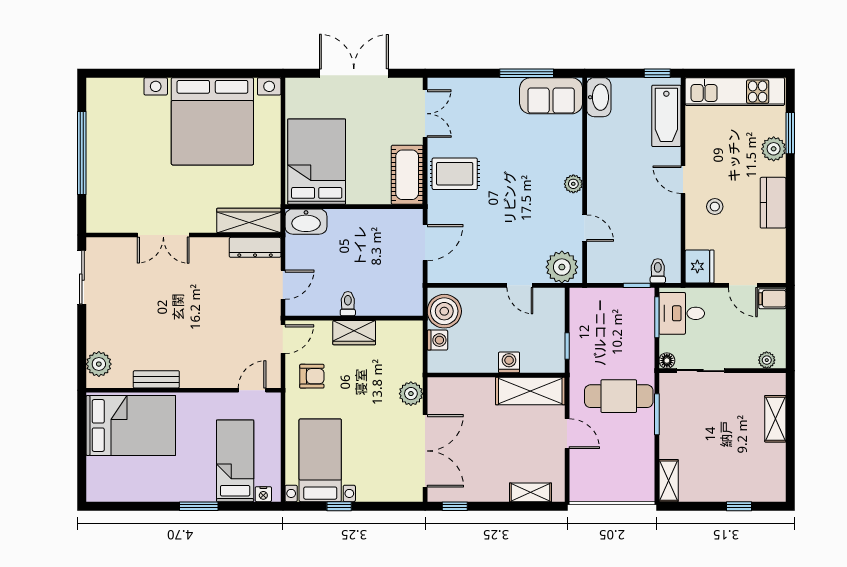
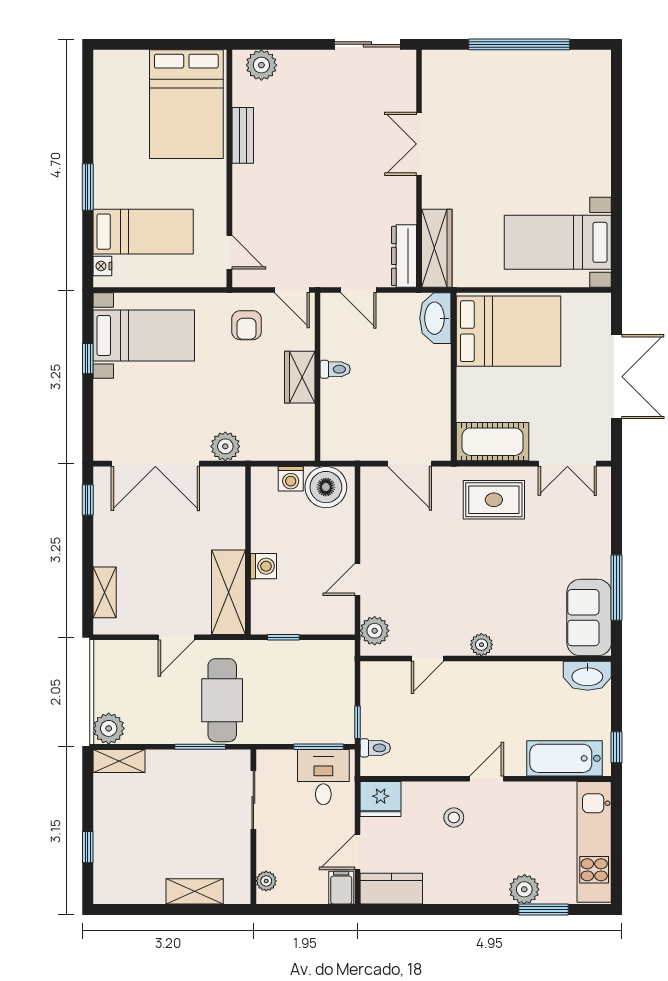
bed with nightstands: (212, 121) -> (558, 242), width x0.54
rug: (455, 174) -> (494, 500), turned 90
kitchen counter: (773, 203) -> (391, 889), moved
plant: (562, 267) -> (375, 631), width x0.73, depth x0.73
floor lamp: (667, 361) -> (266, 759), removed
plant: (642, 489) -> (109, 728), added

